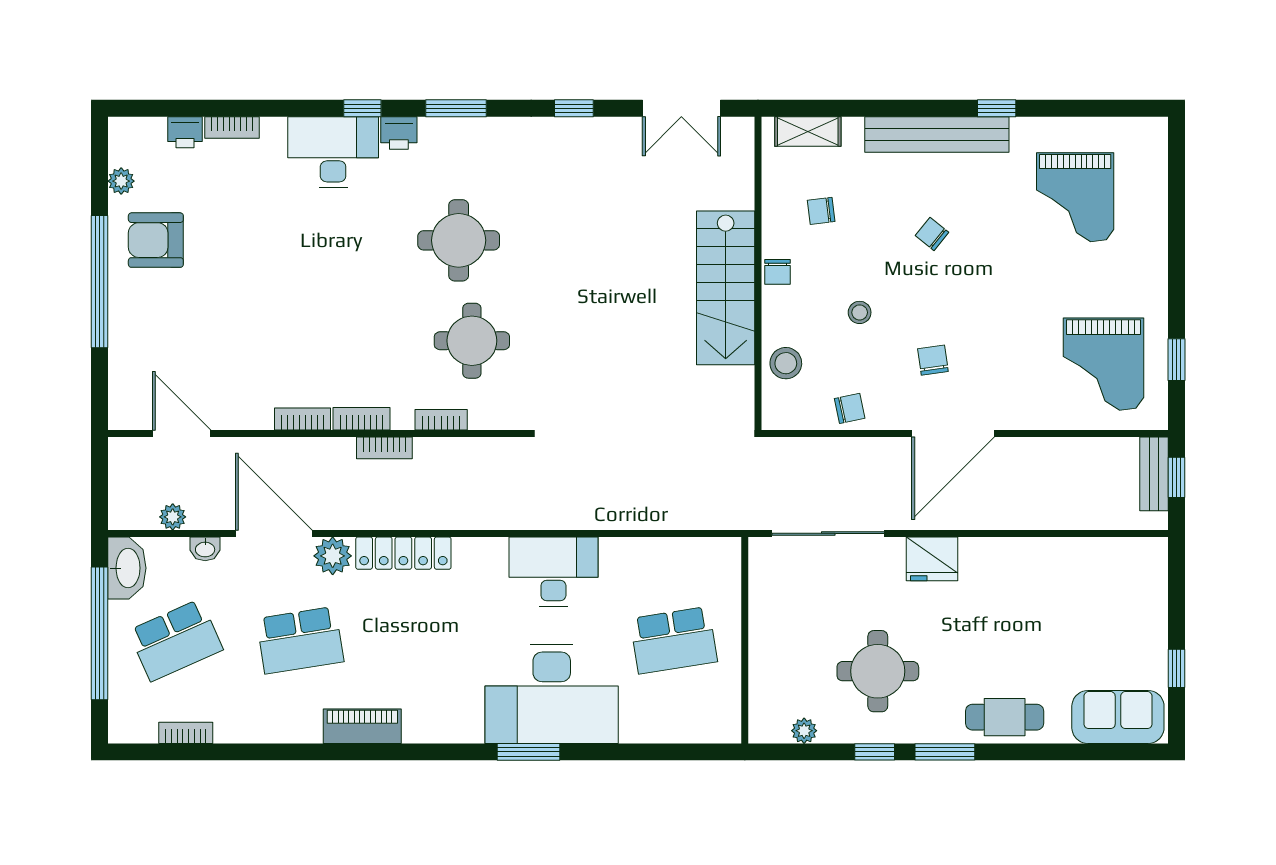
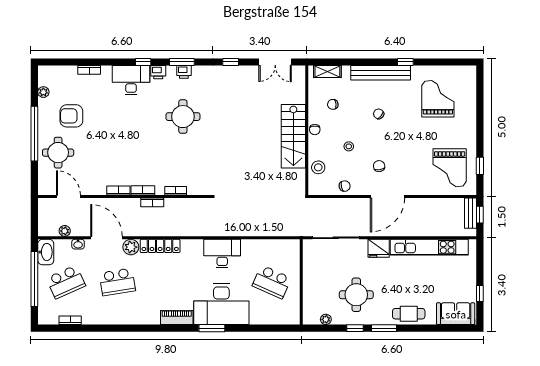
printer: (185, 132) -> (184, 72), moved
grand piano: (1075, 197) -> (438, 99), turned 180
armchair: (156, 240) -> (71, 116), moved
round table: (472, 341) -> (58, 153), moved
kitchen unit: (1054, 556) -> (429, 247), added
school desk: (674, 640) -> (272, 282), turned 33
piano: (362, 726) -> (177, 317), moved

